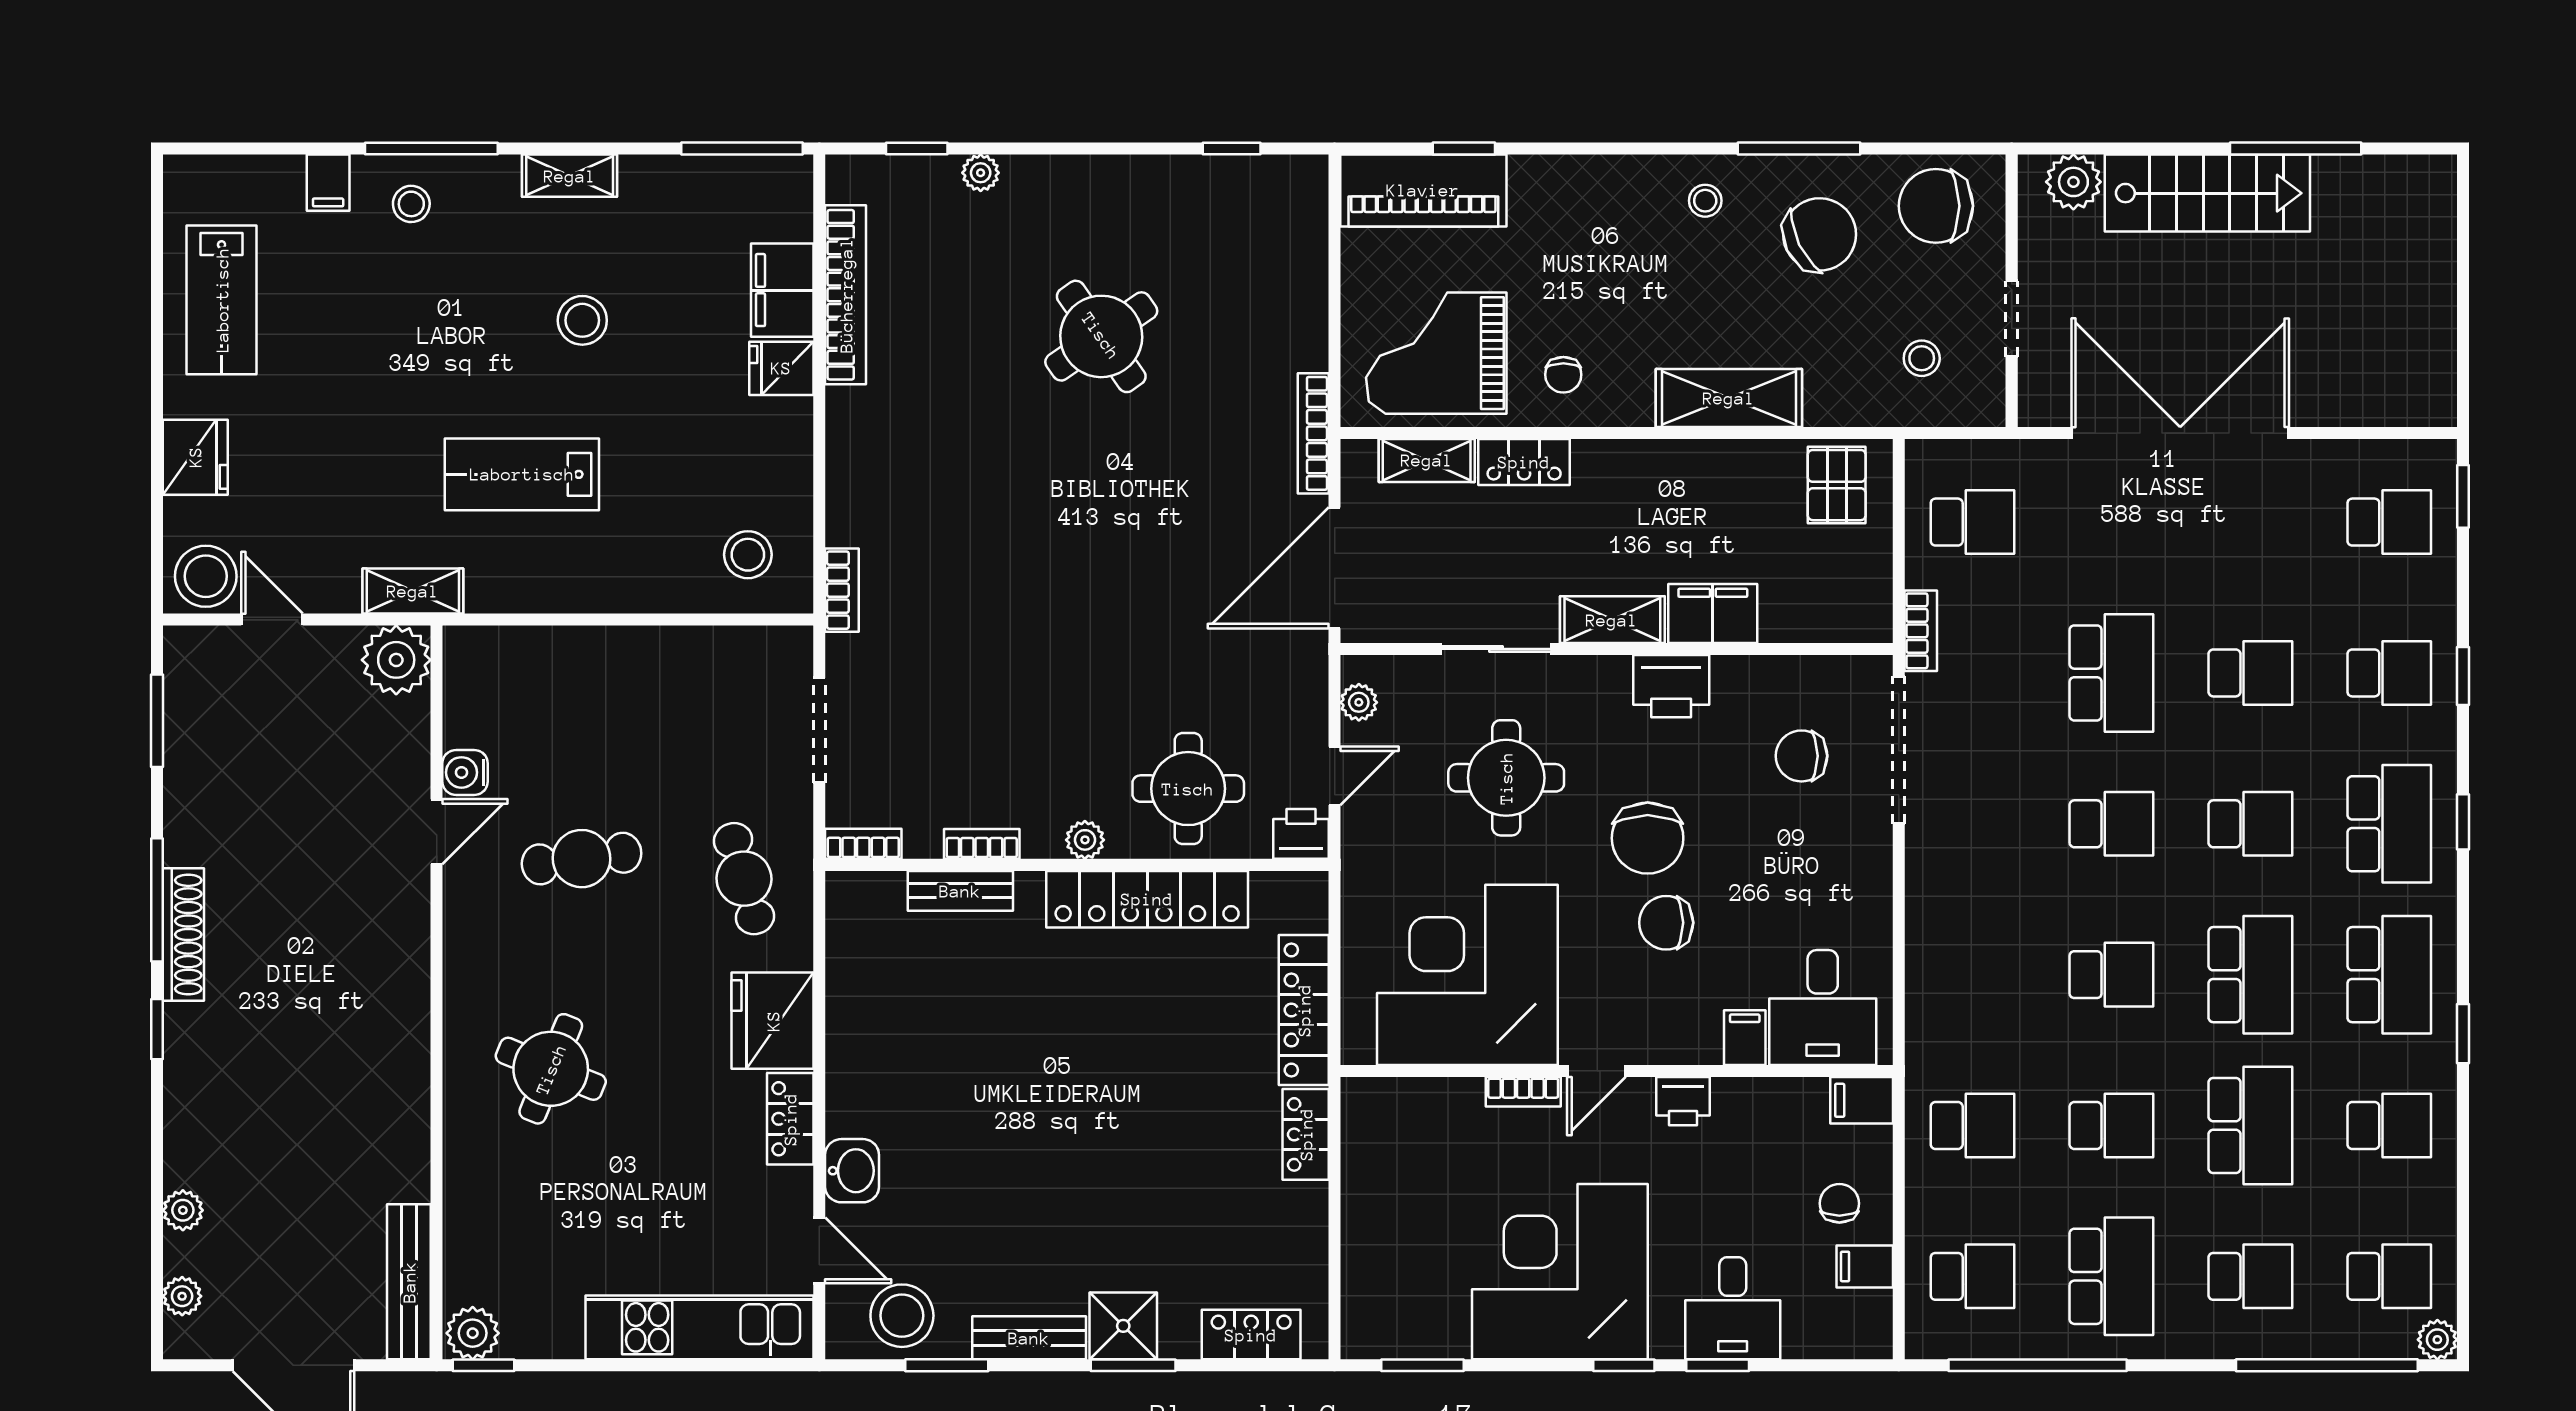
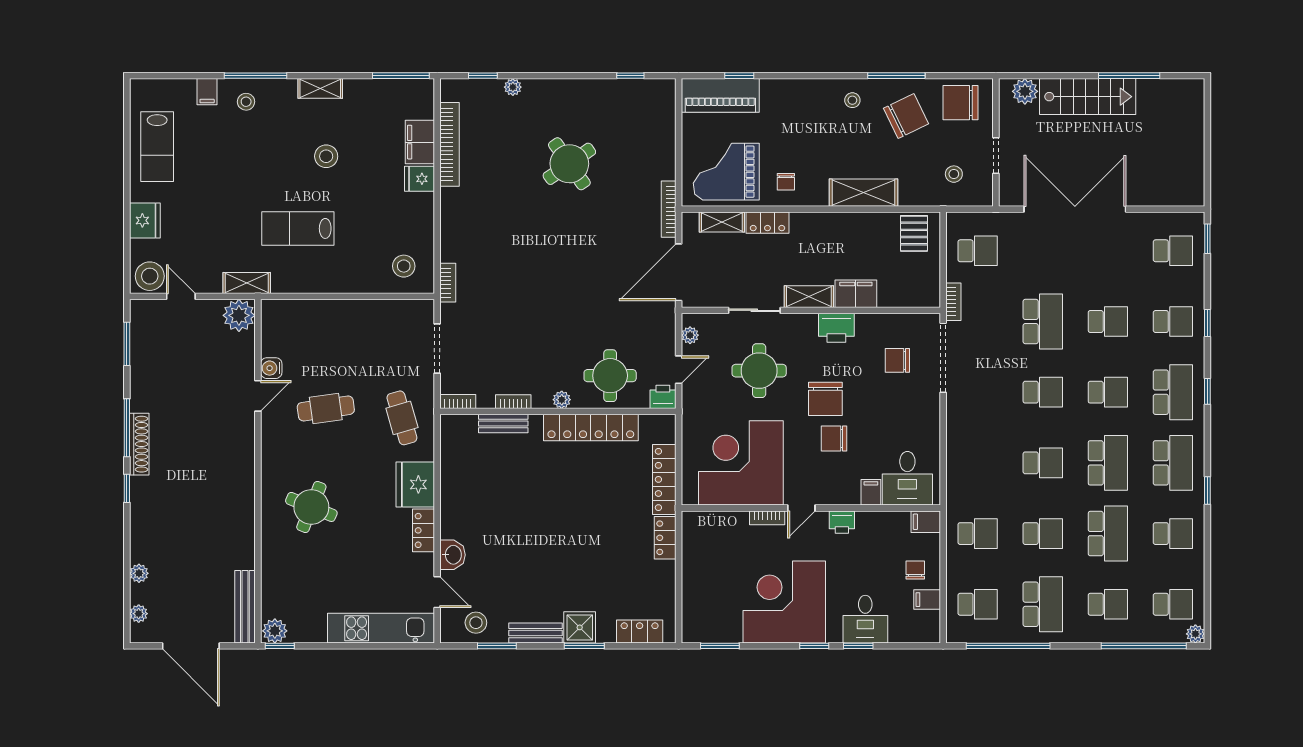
stool: (902, 1316) -> (476, 623), width x0.73, depth x0.73

